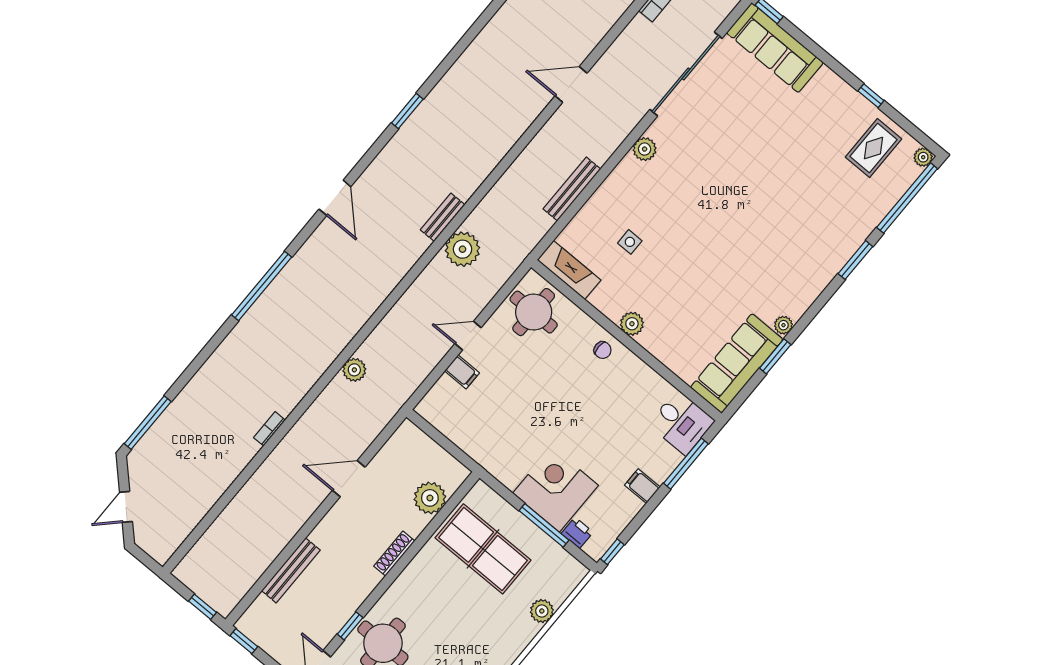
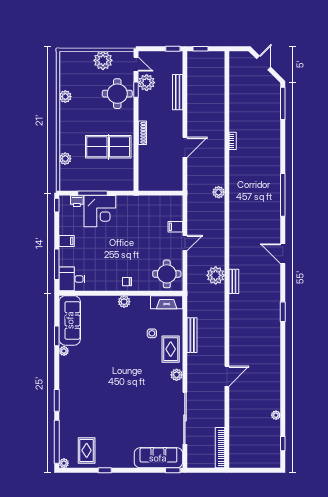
rug: (621, 195) -> (171, 349), added
plant: (430, 498) -> (147, 83), moved
table tennis table: (483, 549) -> (108, 147), moved

